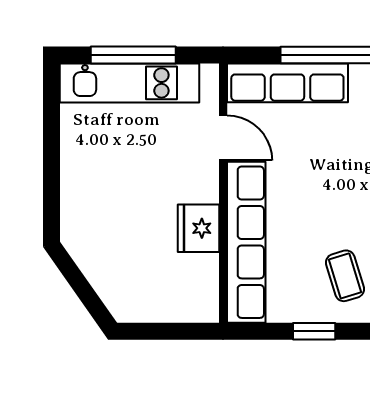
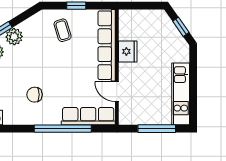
kitchen unit: (129, 83) -> (181, 94), moved, turned -90
window: (79, 284) -> (181, 27), added

